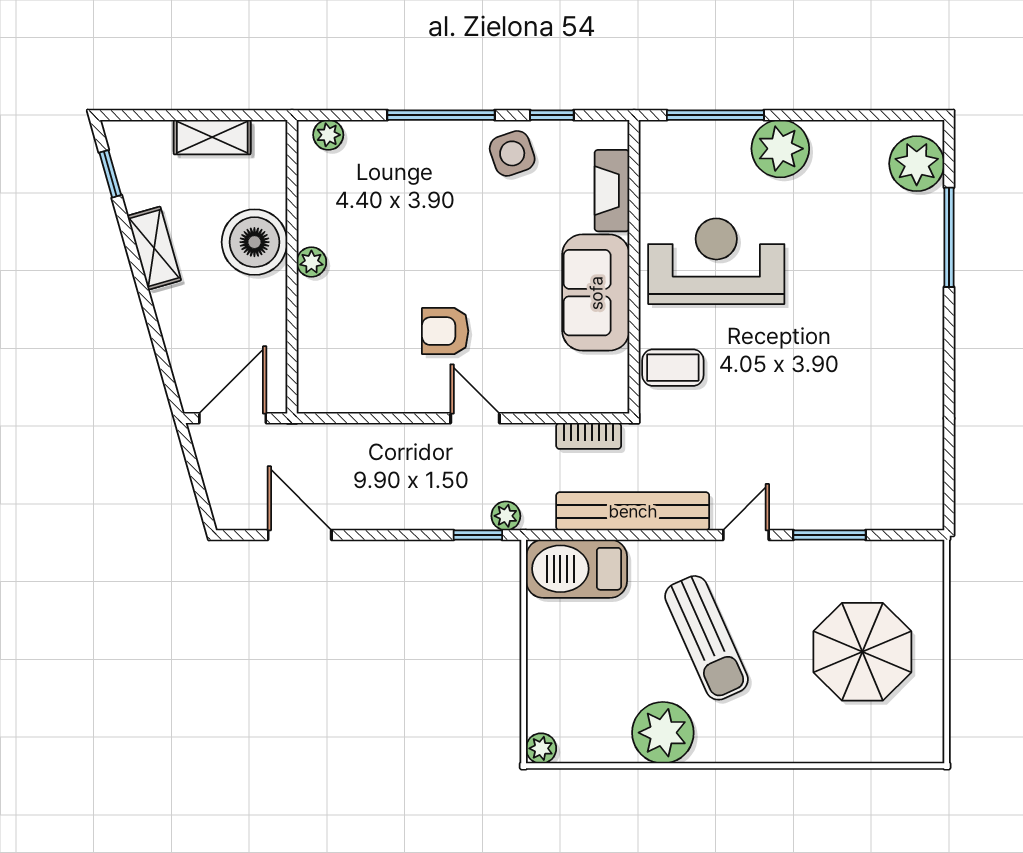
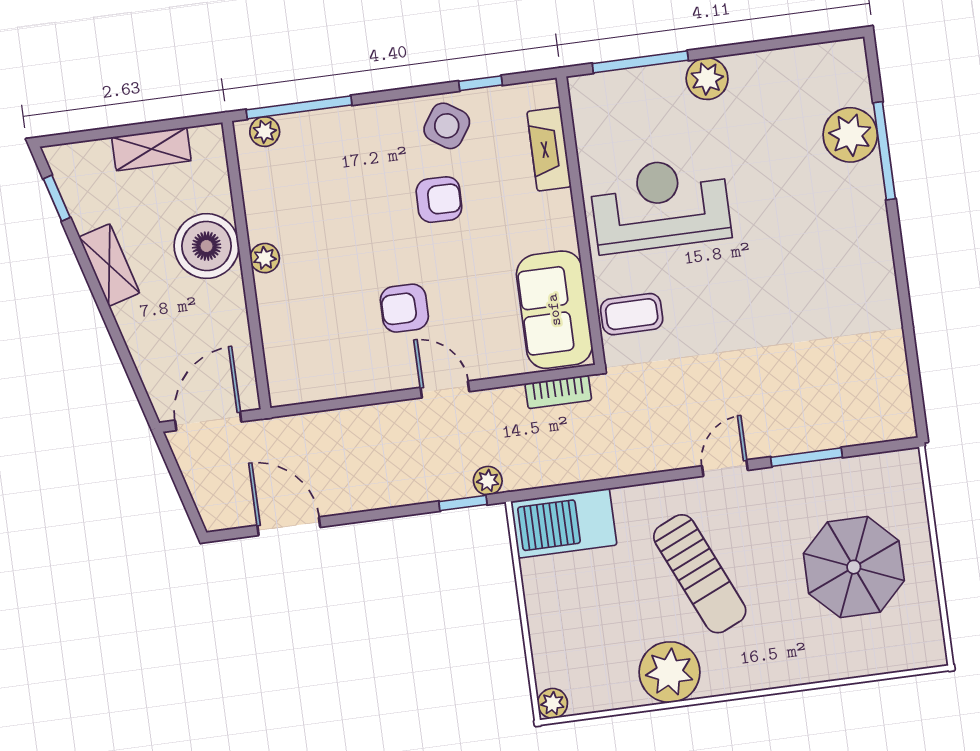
window: (441, 115) -> (299, 107), moved
plant: (780, 149) -> (707, 79), width x0.73, depth x0.73
side table: (512, 153) -> (447, 126), turned -37
plant: (917, 164) -> (850, 135), moved
armchair: (494, 227) -> (439, 200), added
sofa: (596, 293) -> (554, 310), moved
bench: (633, 511) -> (611, 460), removed

